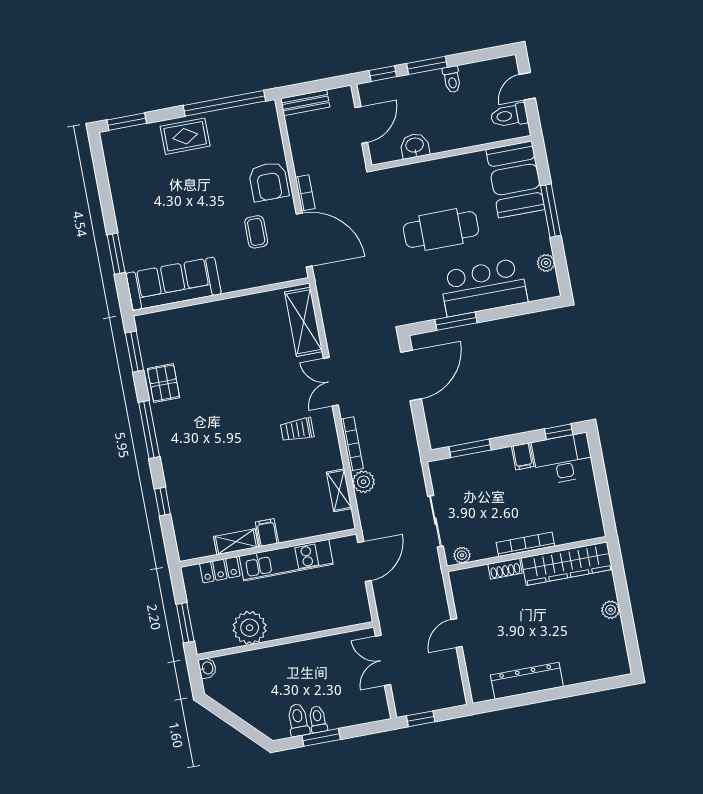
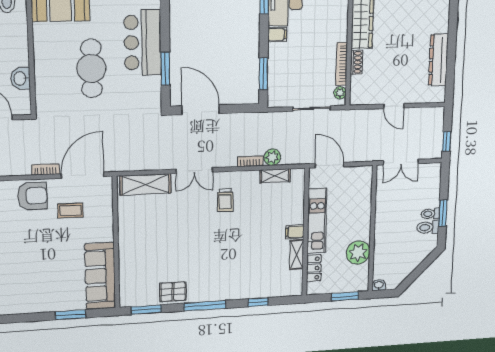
bookcase: (352, 444) -> (250, 161), width x0.64
bookcase: (525, 544) -> (342, 64), moved

